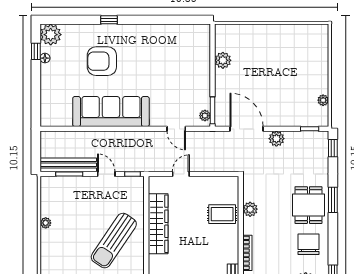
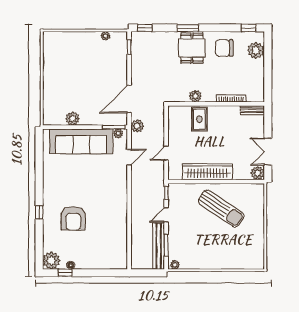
sofa: (111, 112) -> (81, 141), moved, turned -90
plant: (276, 139) -> (137, 126), moved
door: (181, 174) -> (166, 153), hinge flipped
dining table: (308, 205) -> (192, 48), turned 90
plant: (46, 223) -> (175, 265), moved

